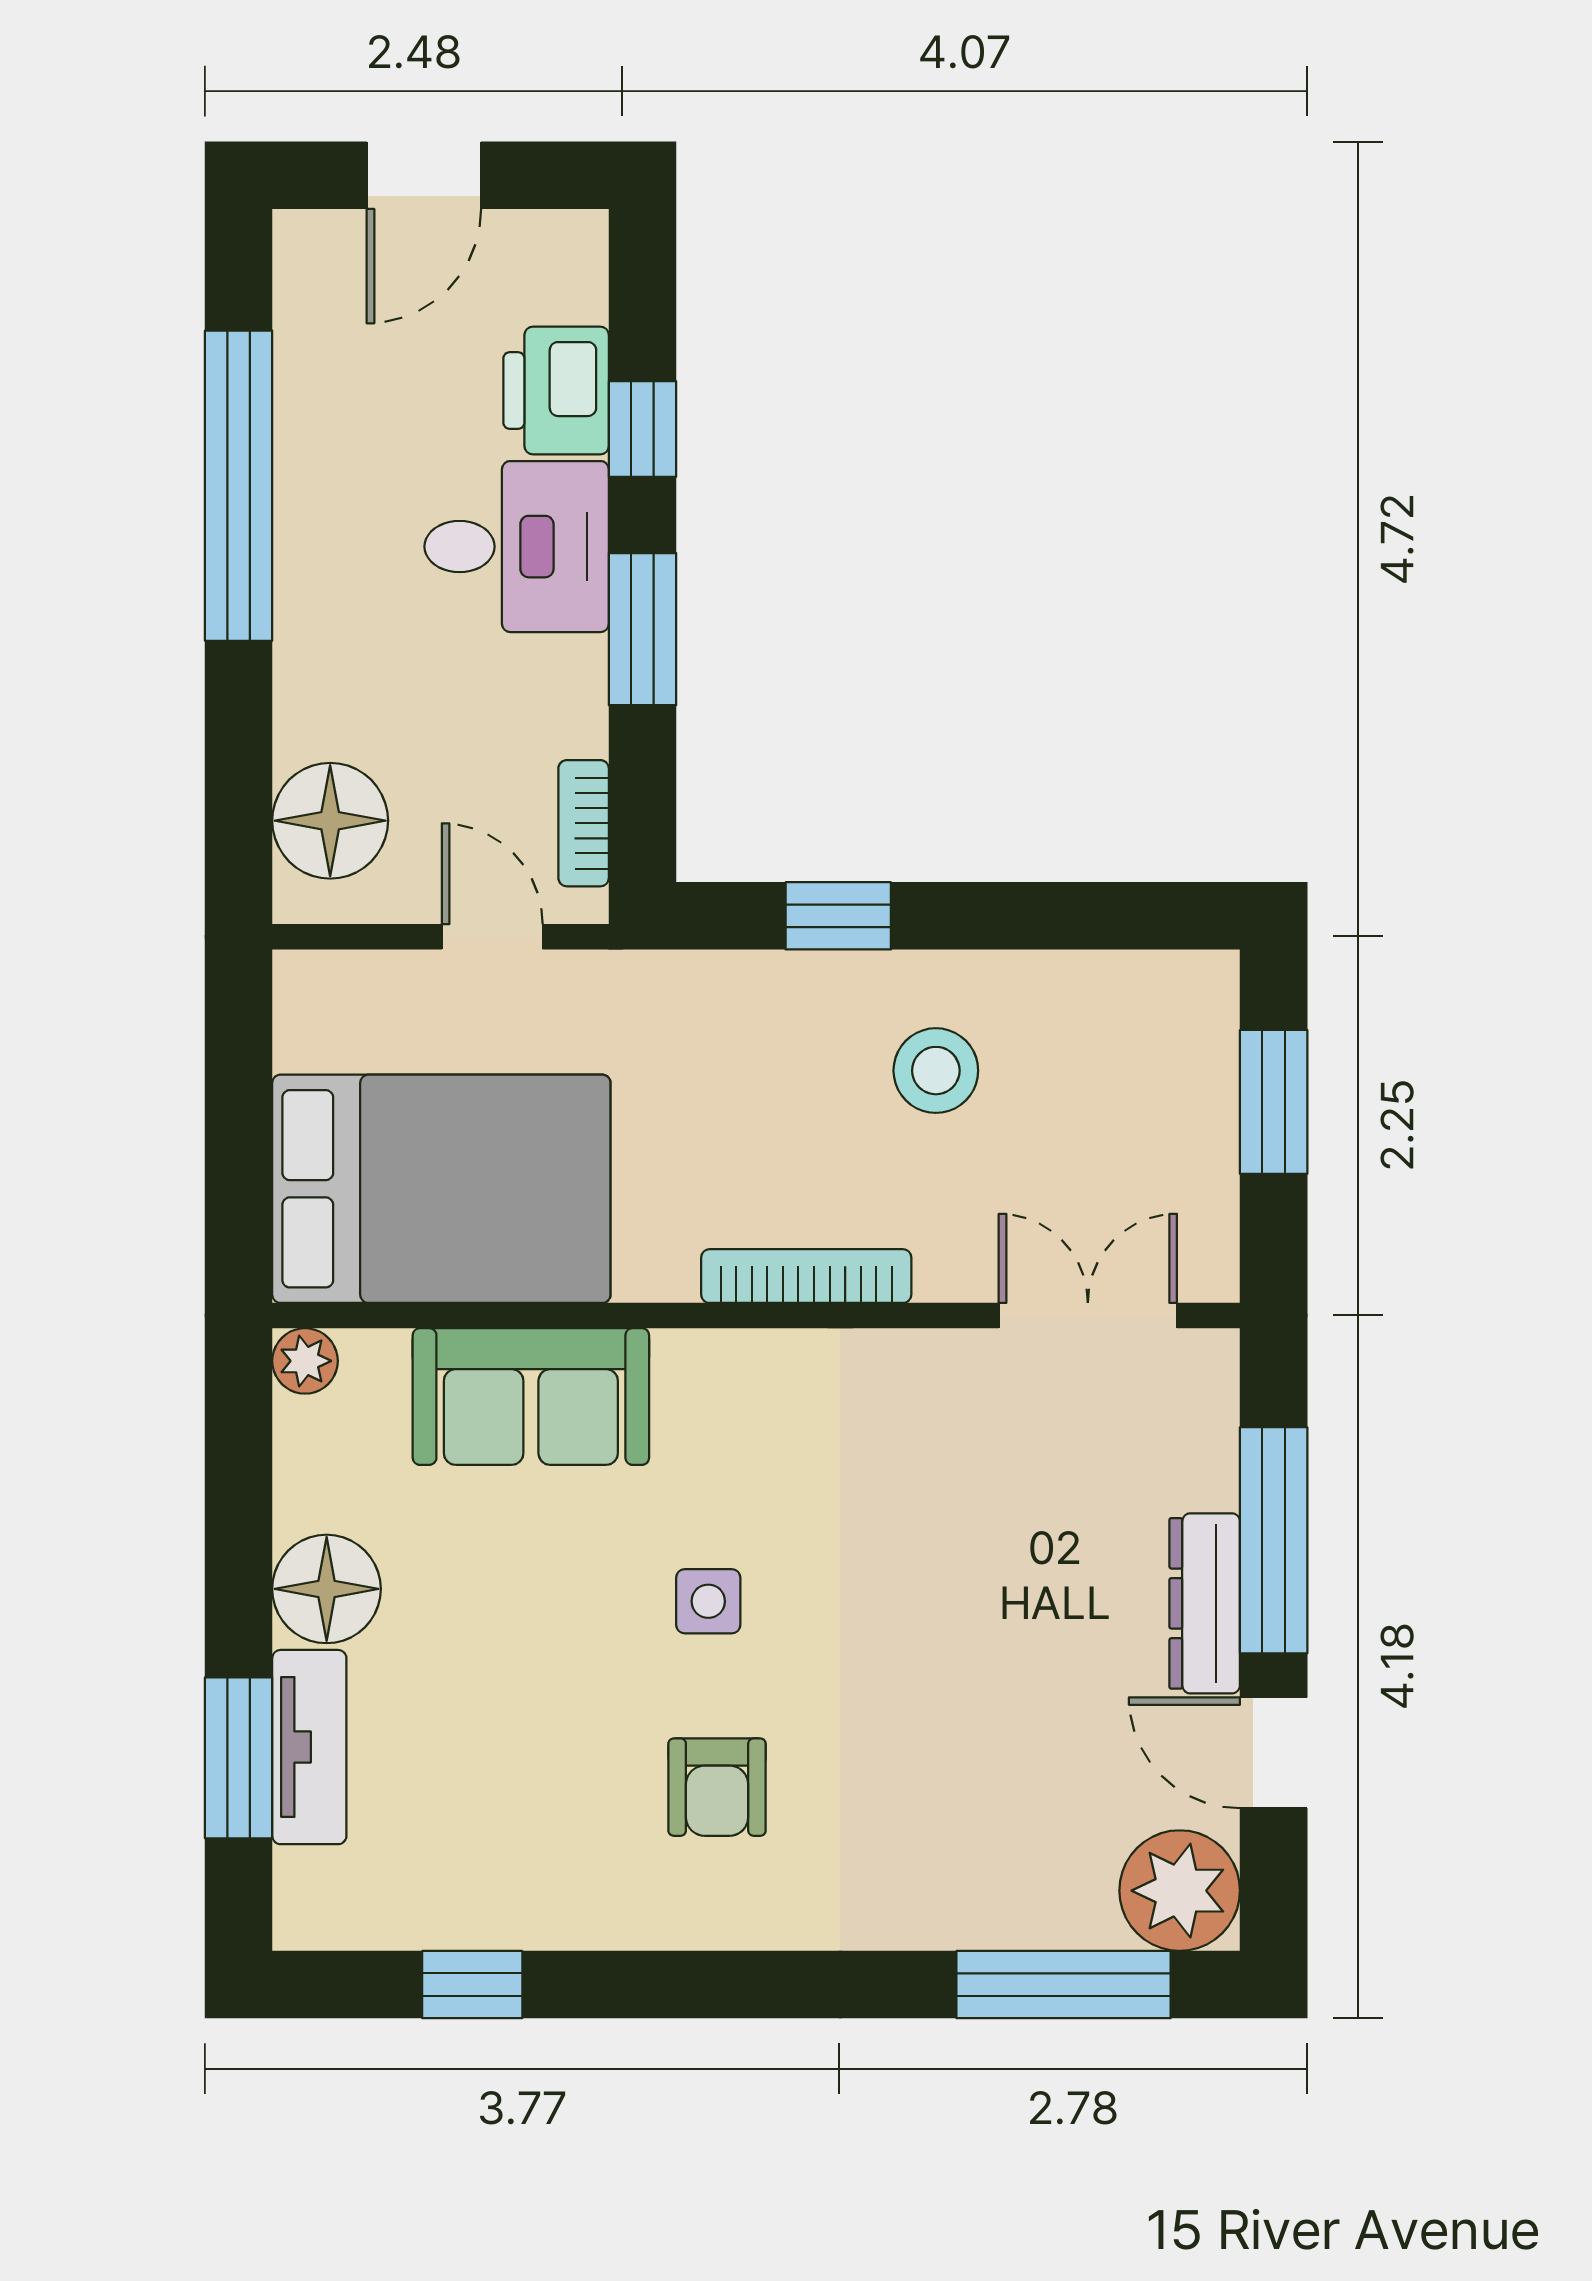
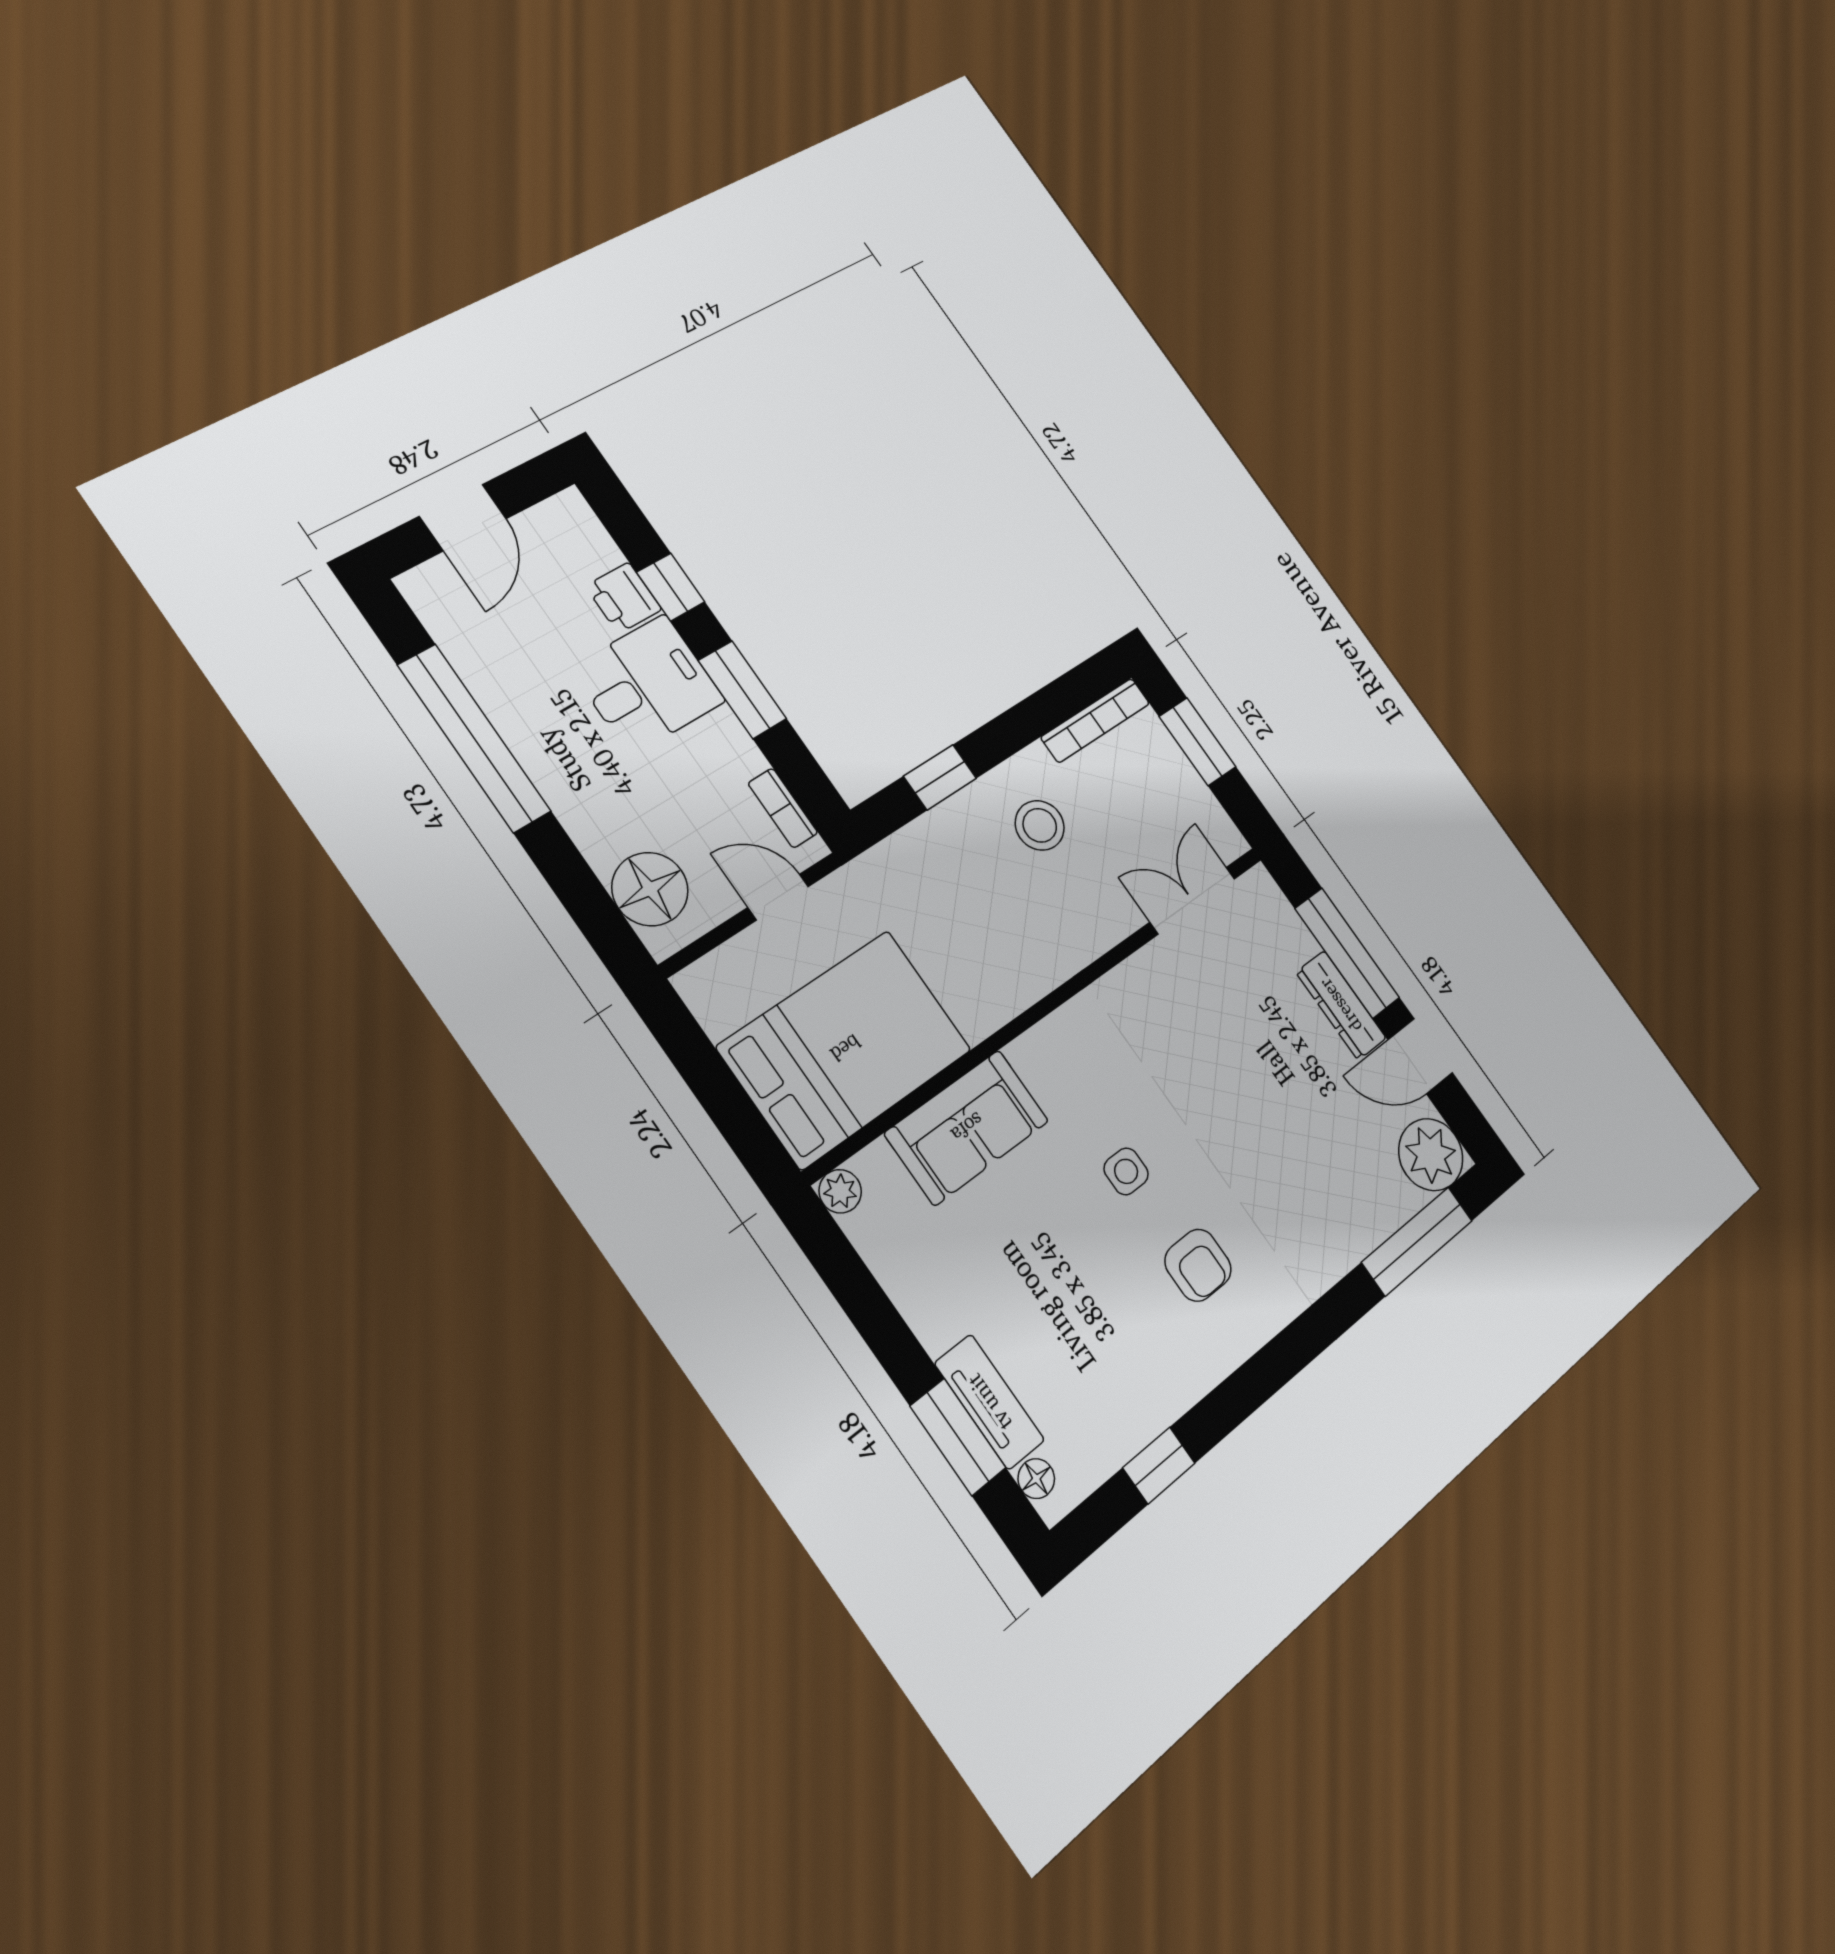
printer: (556, 391) -> (624, 598), width x0.73, depth x0.81
bookcase: (806, 1276) -> (1095, 720), moved, turned 180
floor lamp: (327, 1589) -> (1036, 1479), moved, width x0.53, depth x0.53

